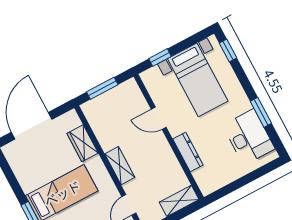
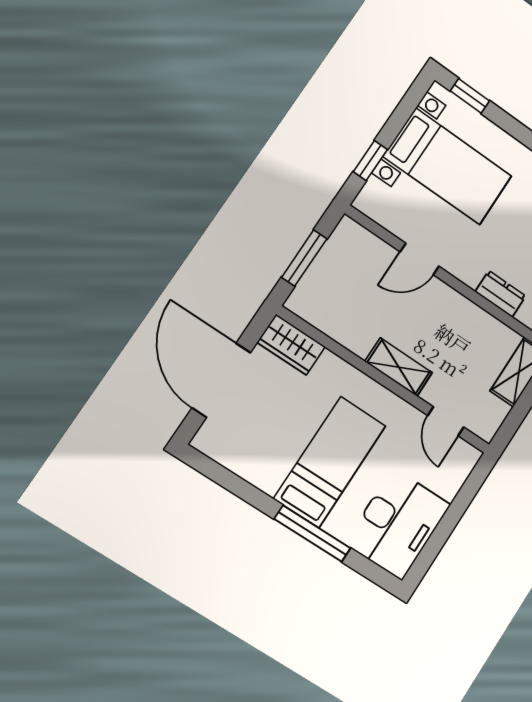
wardrobe: (83, 143) -> (291, 344), moved
dresser: (188, 152) -> (500, 294), width x0.70

